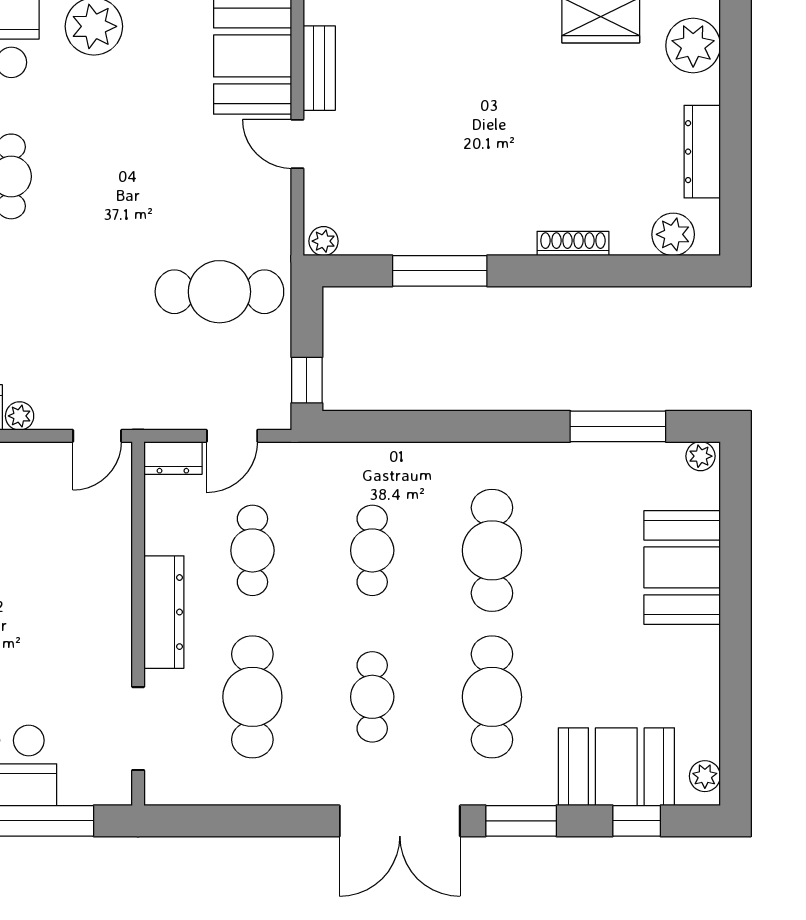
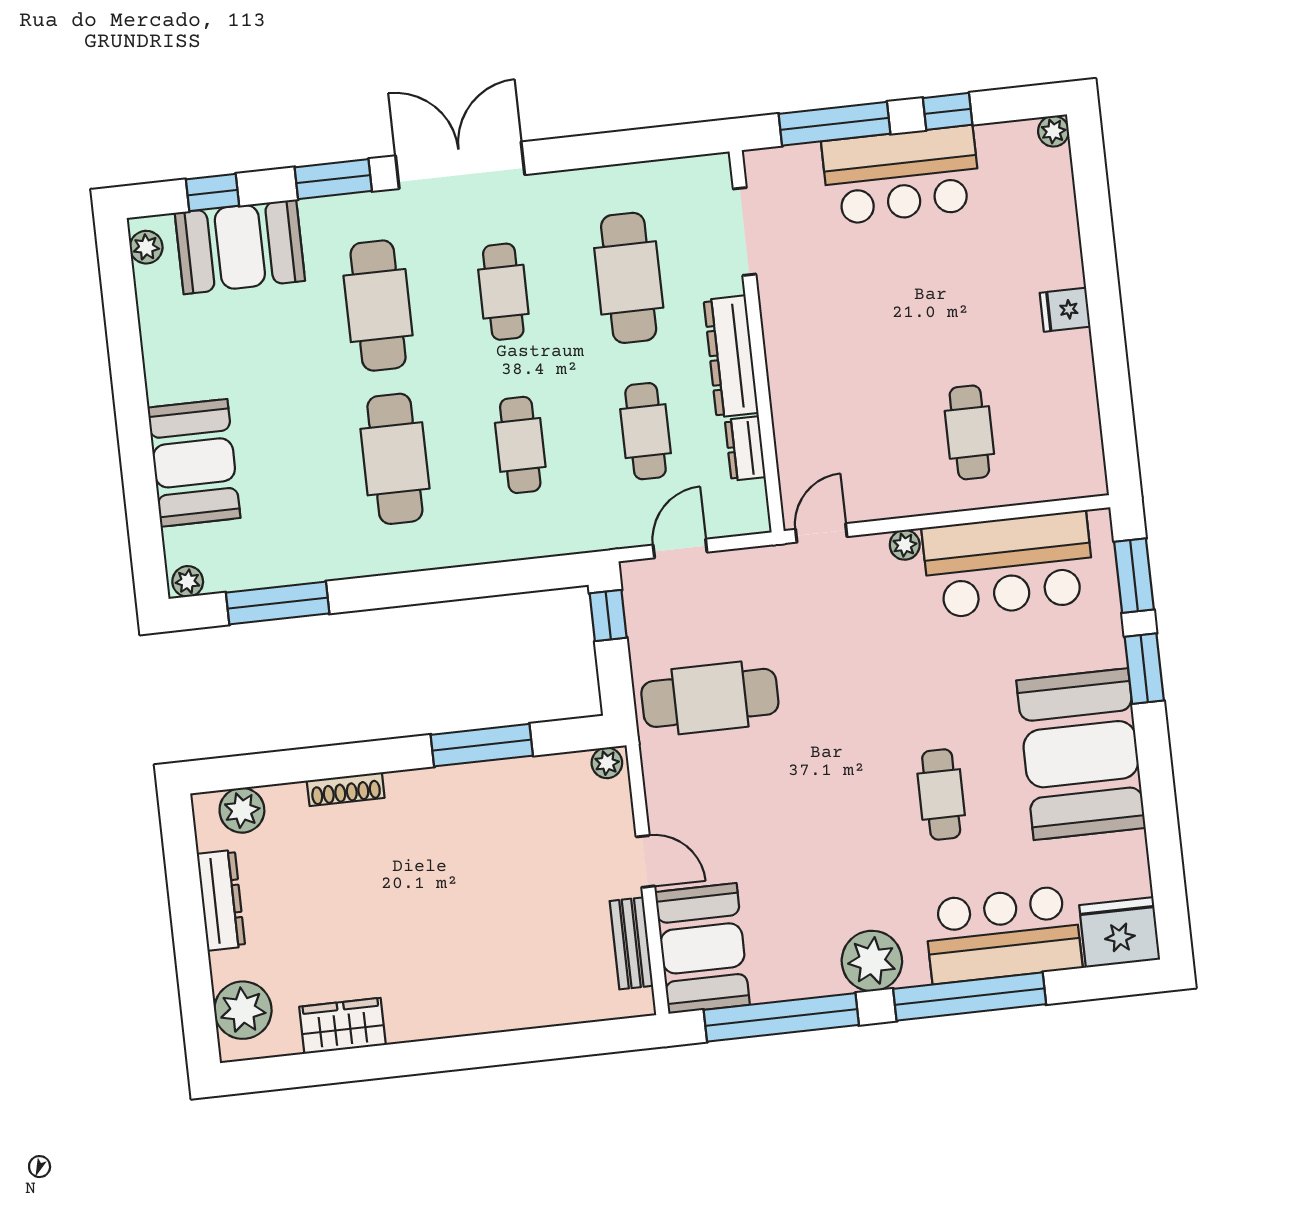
dresser: (173, 458) -> (745, 448), moved, turned -90

